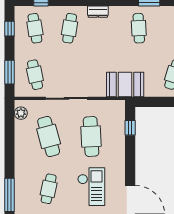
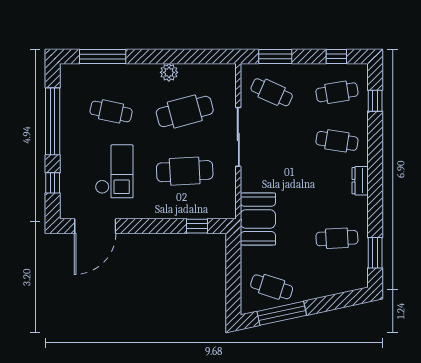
cafe table: (35, 75) -> (272, 92), turned 36
plant: (21, 113) -> (169, 72), moved
checkout: (91, 187) -> (114, 171), turned -90

